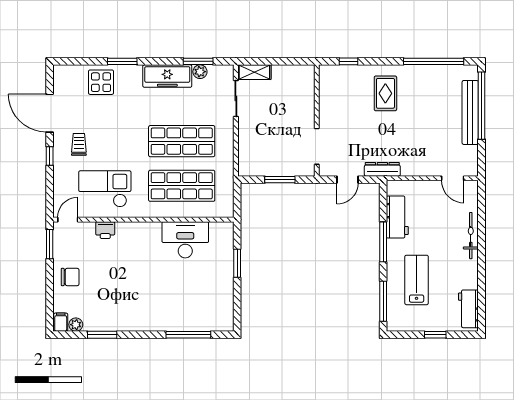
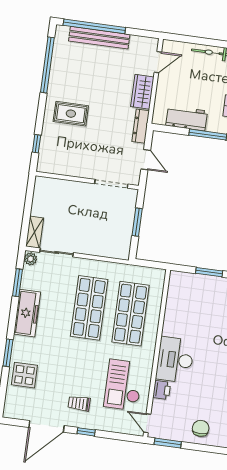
plant: (200, 72) -> (31, 259), moved
wardrobe: (419, 166) -> (142, 92), added
desk: (185, 240) -> (175, 360), moved

